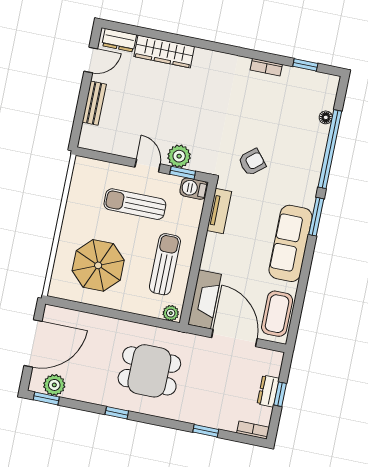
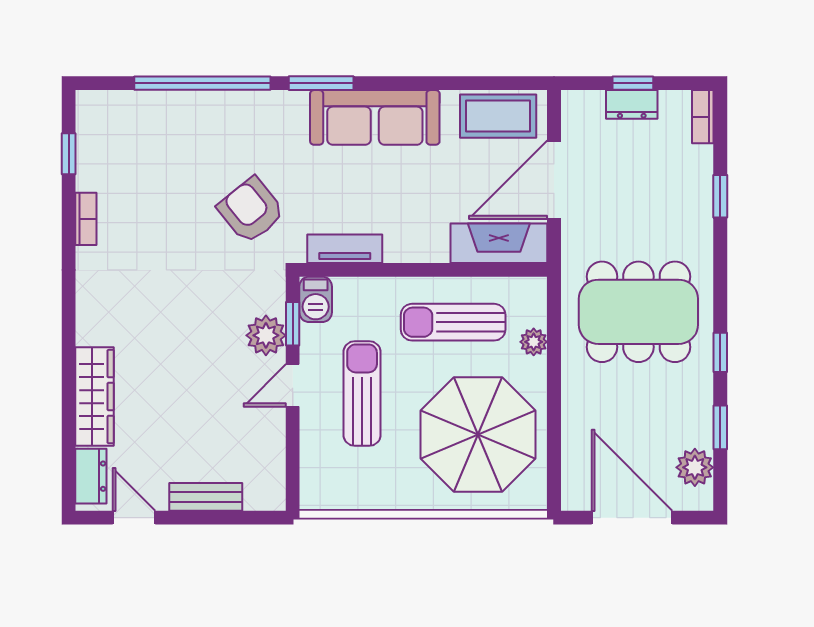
floor lamp: (326, 117) -> (150, 101), removed
armchair: (252, 162) -> (251, 210), width x1.38, depth x1.38
sun lounger: (135, 204) -> (362, 393), turned 180
parasol: (98, 265) -> (478, 434), width x1.36, depth x1.36
plant: (171, 313) -> (534, 342), moved
dining table: (149, 371) -> (638, 312), width x1.38
window: (46, 398) -> (720, 427), moved

